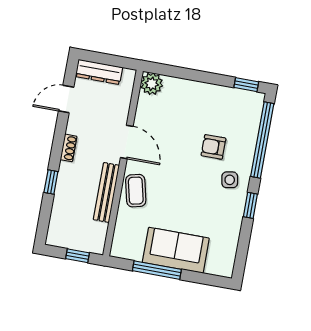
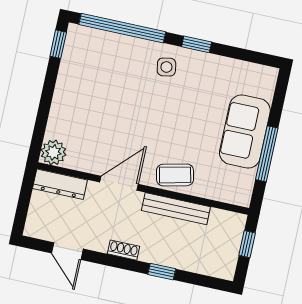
dresser: (99, 72) -> (60, 184), moved, turned 90
armchair: (213, 147) -> (128, 84), removed

